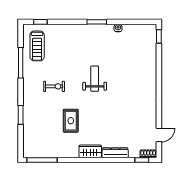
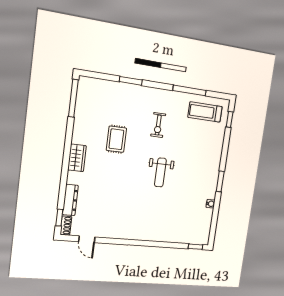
weight bench: (95, 79) -> (160, 172), turned 90
rug: (71, 121) -> (116, 139), turned 90
dresser: (115, 153) -> (70, 200), moved

